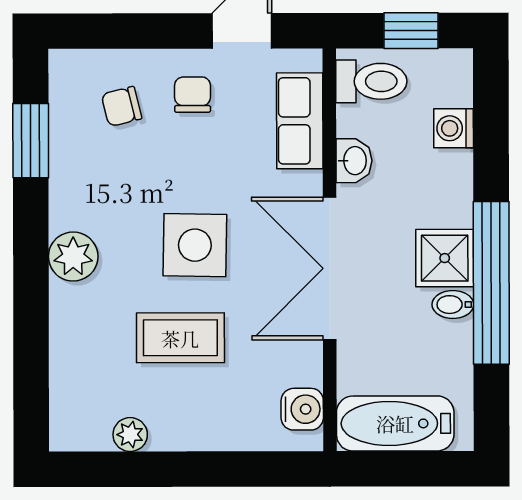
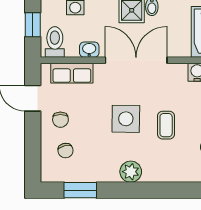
chair: (193, 95) -> (60, 120), turned -90
double door: (330, 268) -> (136, 60), swing flipped
coffee table: (180, 338) -> (166, 125), width x0.73, depth x0.77

